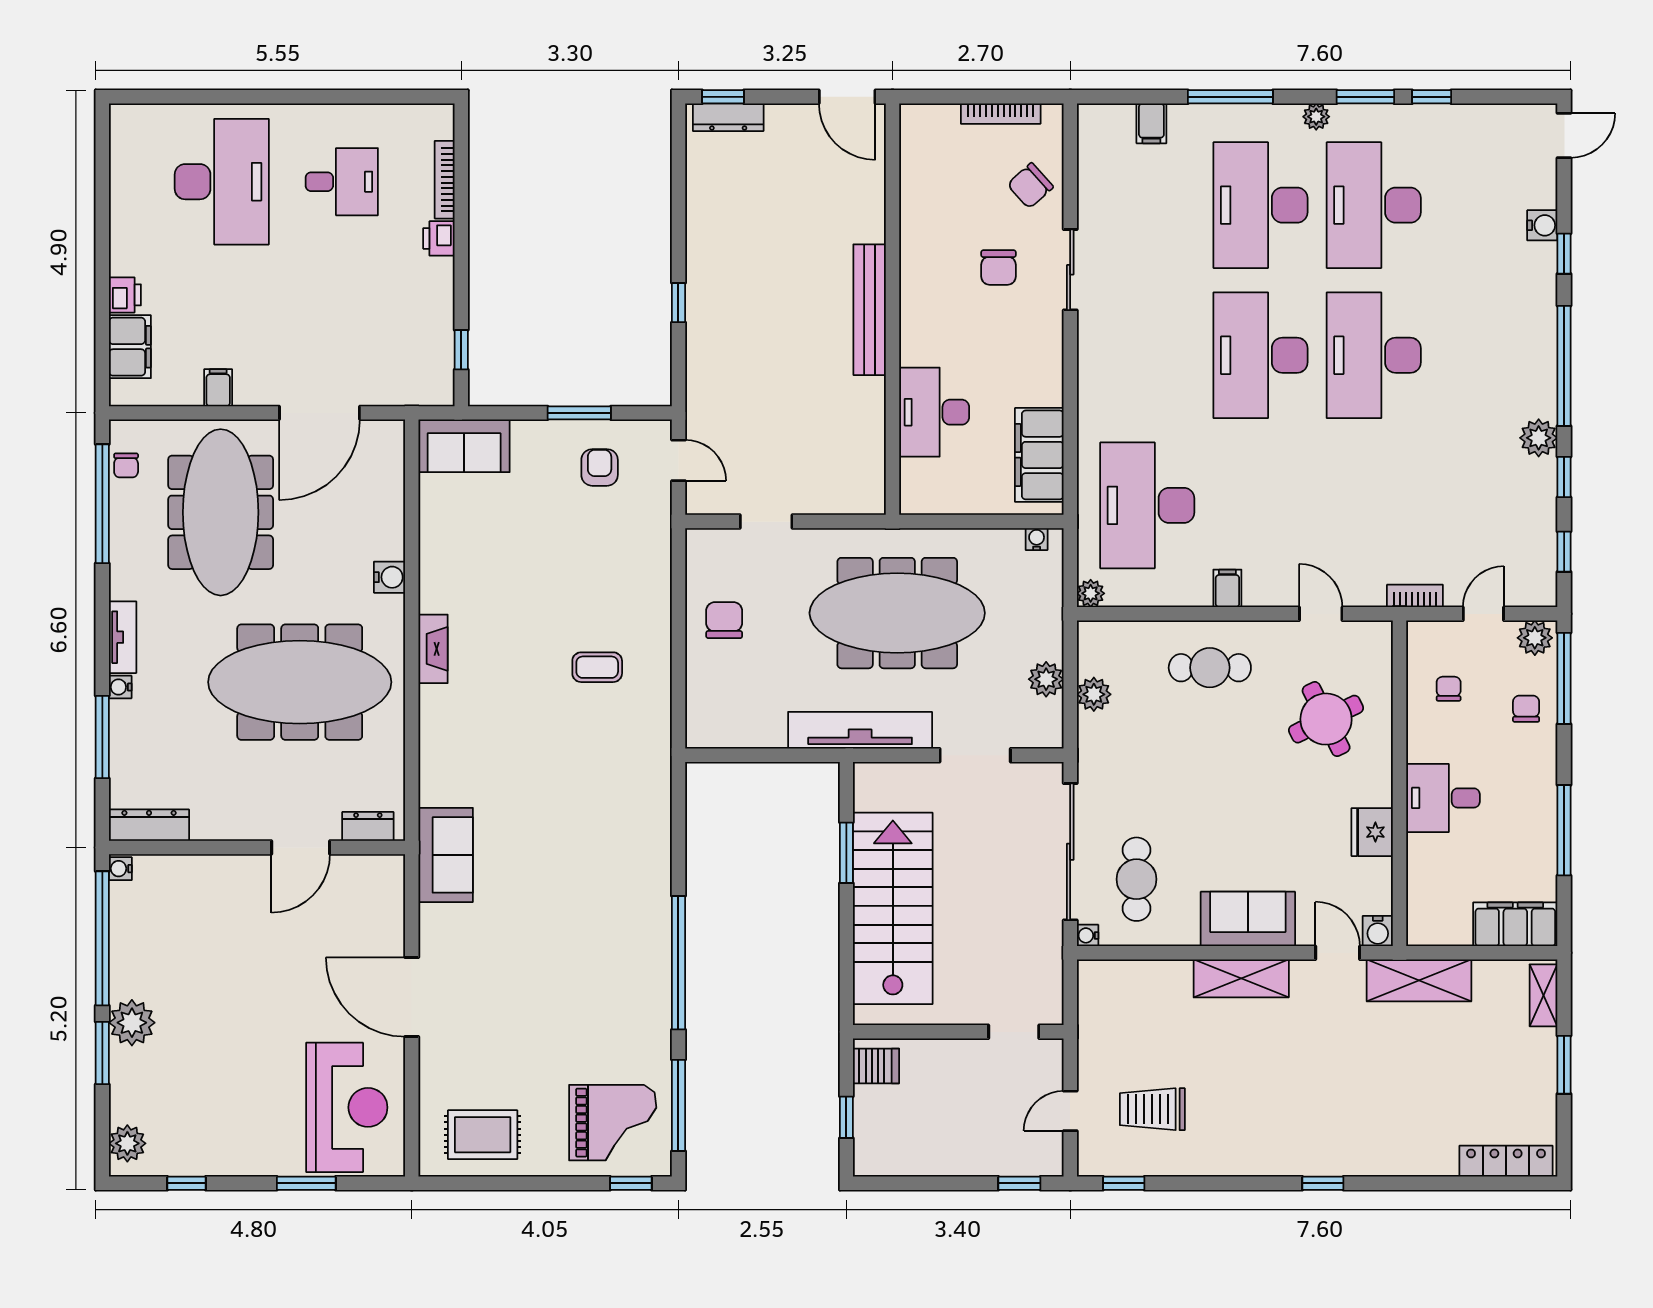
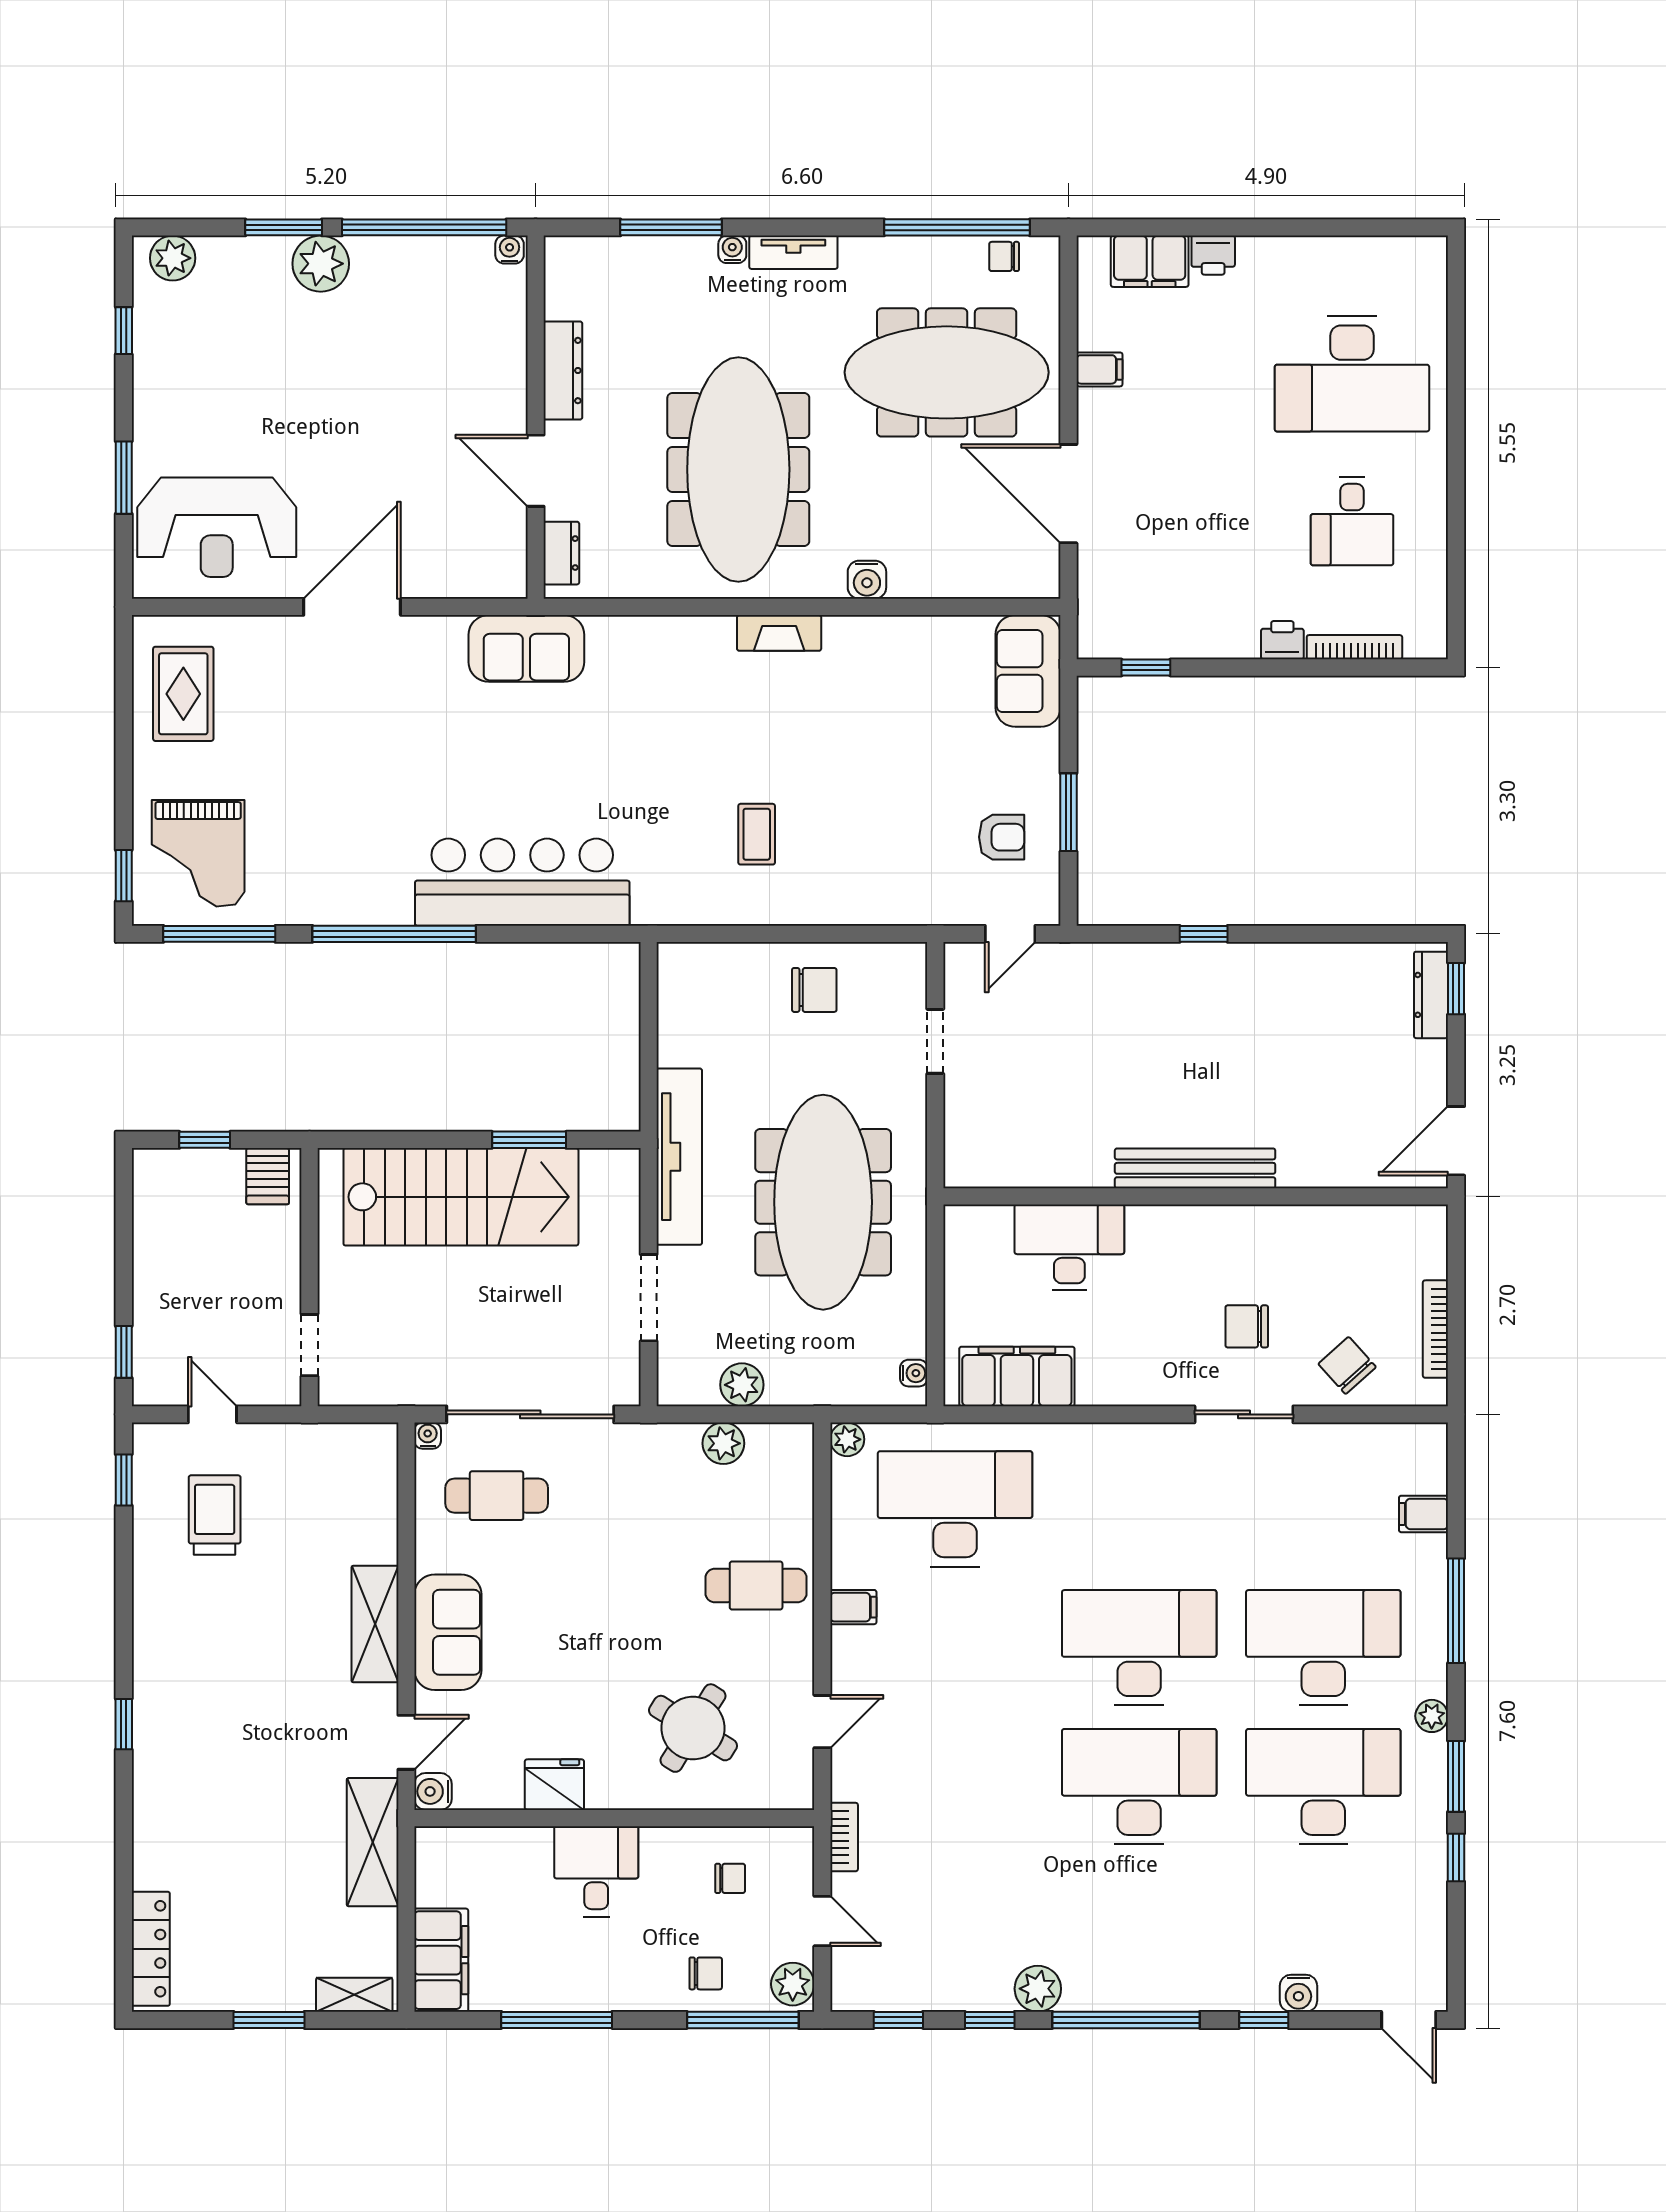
cafe table: (1210, 668) -> (756, 1586), turned 90
round table: (1326, 719) -> (693, 1728), turned -32
dresser: (149, 825) -> (563, 371), moved
bar counter: (636, 858) -> (522, 882), added

